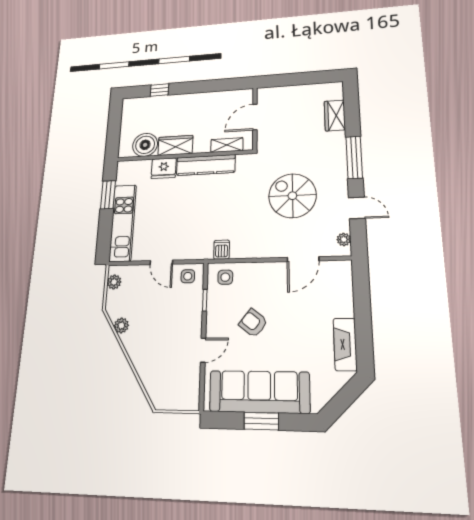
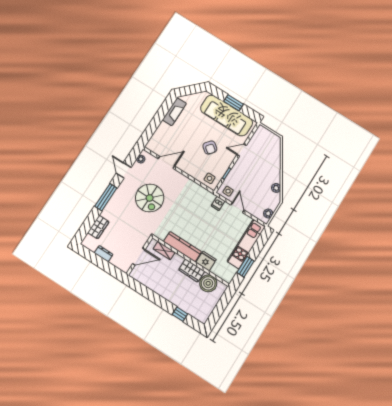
dresser: (303, 91) -> (104, 254), added
dishwasher: (222, 250) -> (218, 203), moved

